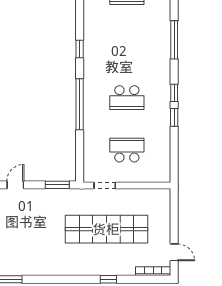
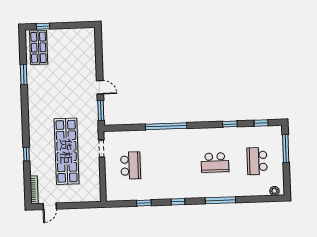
window: (80, 49) -> (230, 124), moved
school desk: (127, 98) -> (215, 162), moved, turned -90
window: (174, 117) -> (144, 203), moved
door: (15, 185) -> (100, 87), moved

